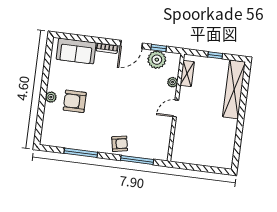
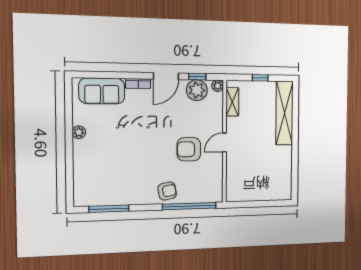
plant: (173, 82) -> (218, 86), moved
plant: (51, 97) -> (79, 132), moved
armchair: (75, 101) -> (189, 149), moved
window: (81, 153) -> (109, 209), moved
window: (137, 160) -> (189, 206), width x1.46

